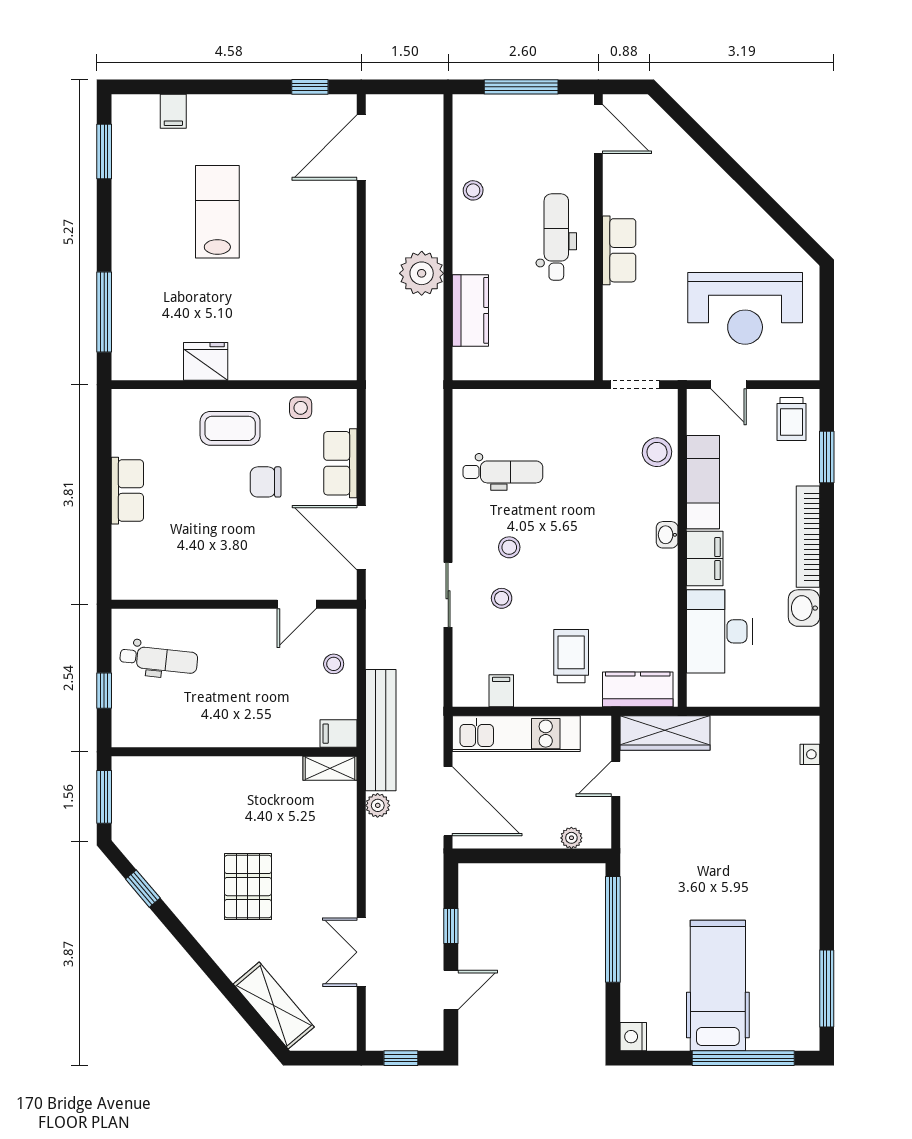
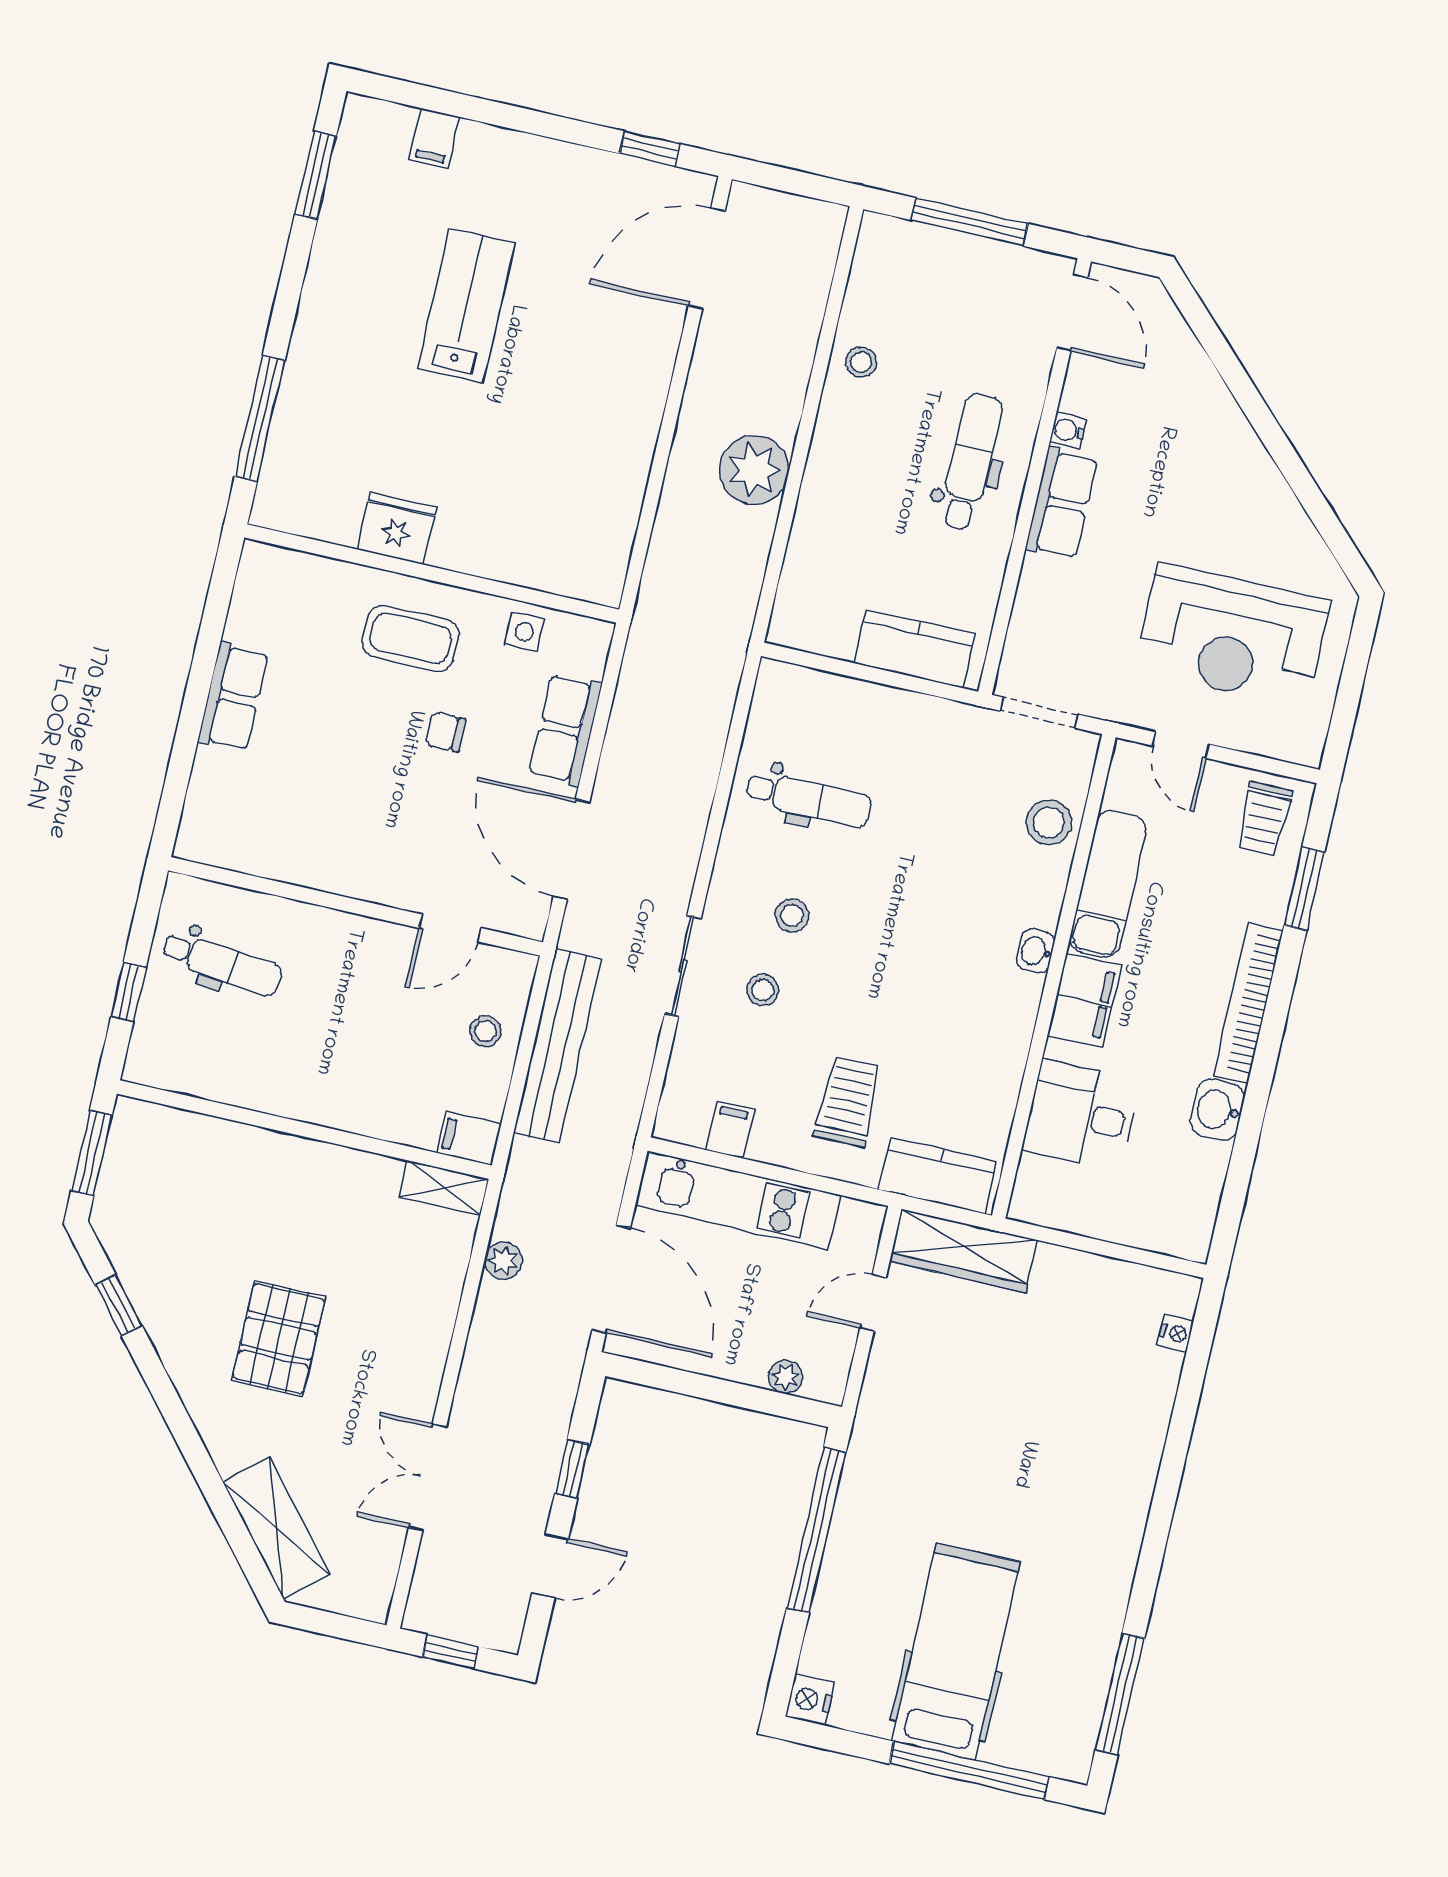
water cooler: (613, 203) -> (1068, 430), added
kitchen counter: (470, 310) -> (914, 649), moved, turned -90
chair: (266, 482) -> (446, 732), width x0.73, depth x0.73
desk: (719, 631) -> (1081, 1116), width x0.73
bench: (381, 730) -> (557, 1046), moved

